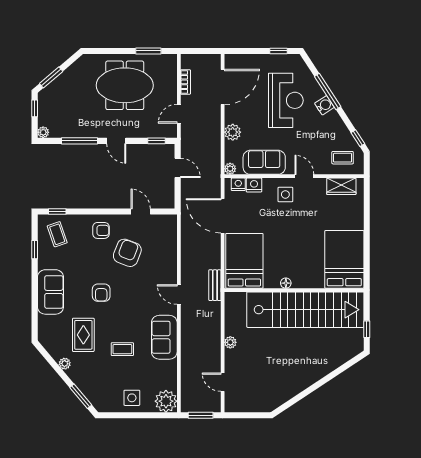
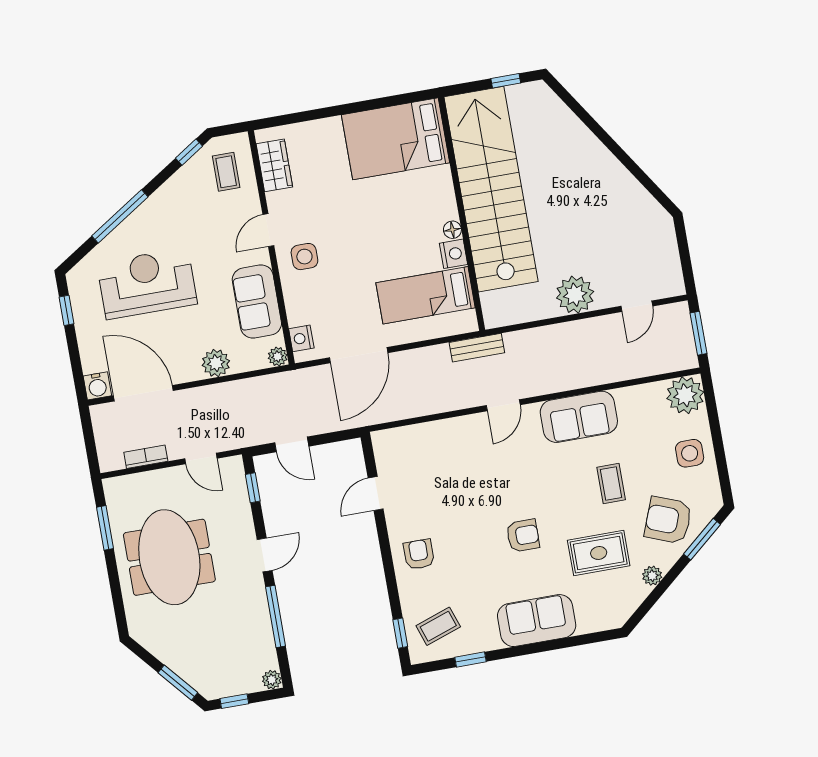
water cooler: (324, 105) -> (97, 386), moved, turned -147
door: (178, 168) -> (292, 444), swing flipped
nightstand: (254, 185) -> (453, 254), moved, turned 180
armchair: (127, 253) -> (668, 520), moved
bed: (244, 261) -> (426, 295), width x0.67
plant: (230, 342) -> (575, 295), width x1.87, depth x1.87

